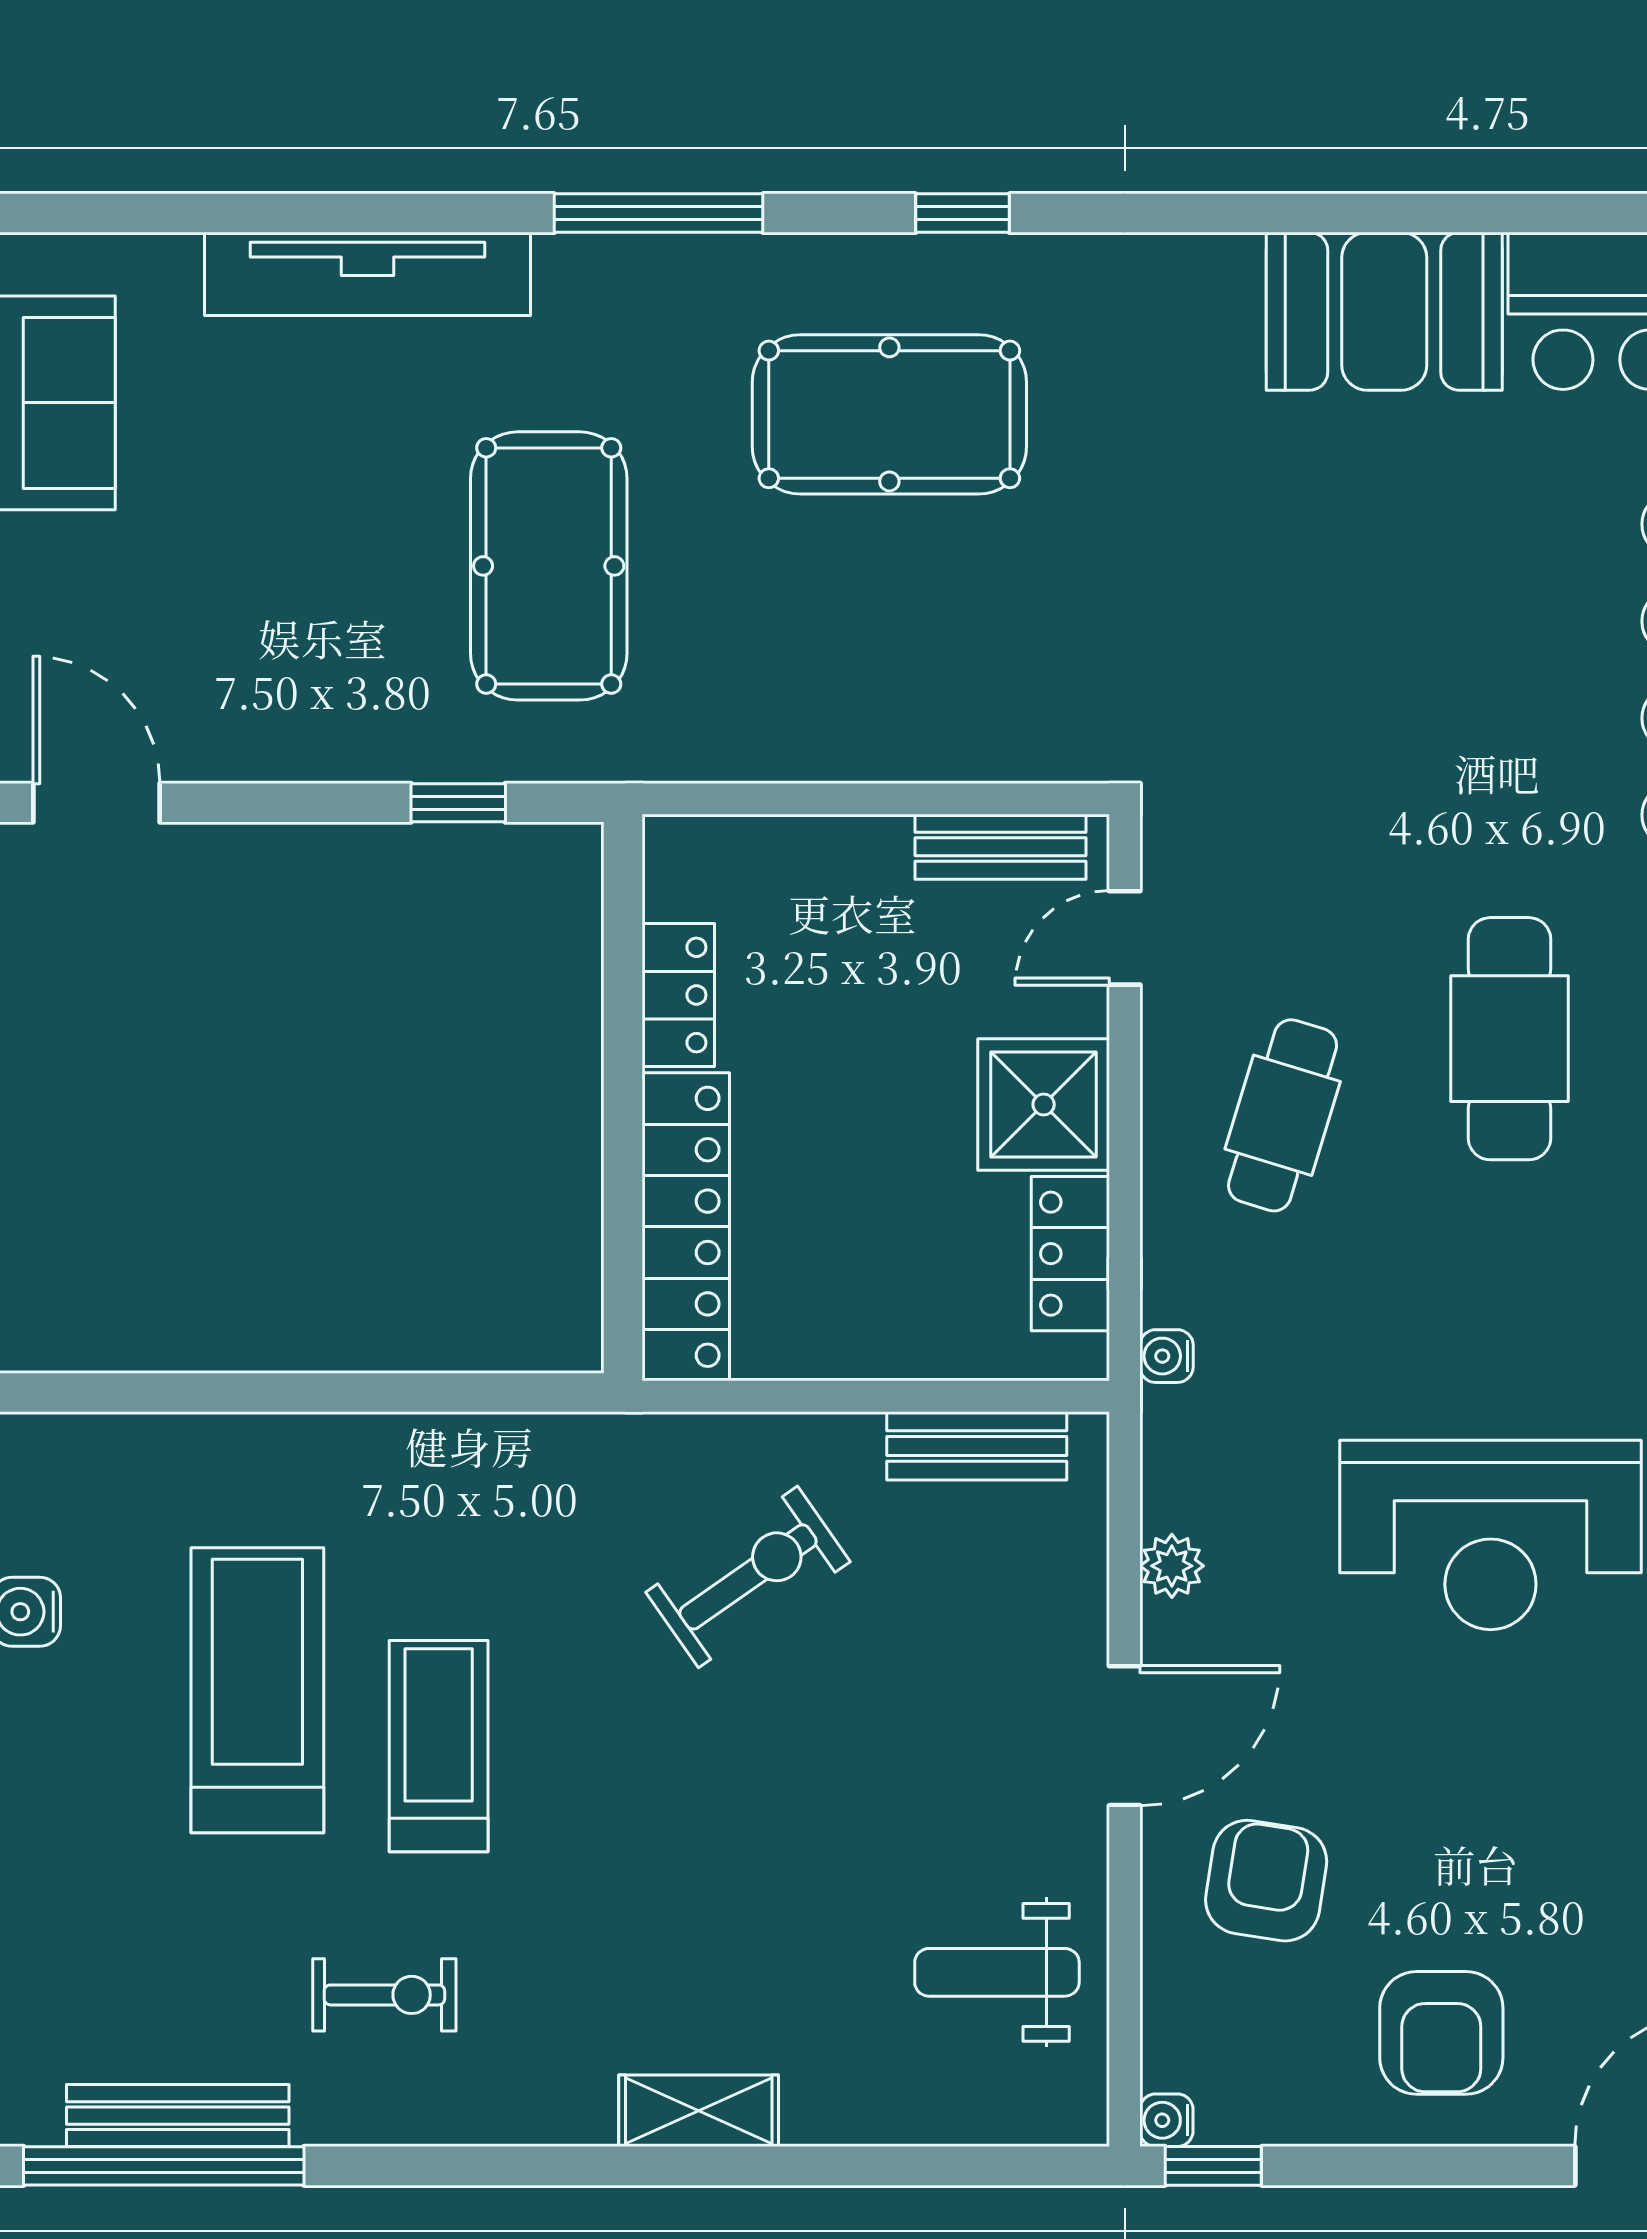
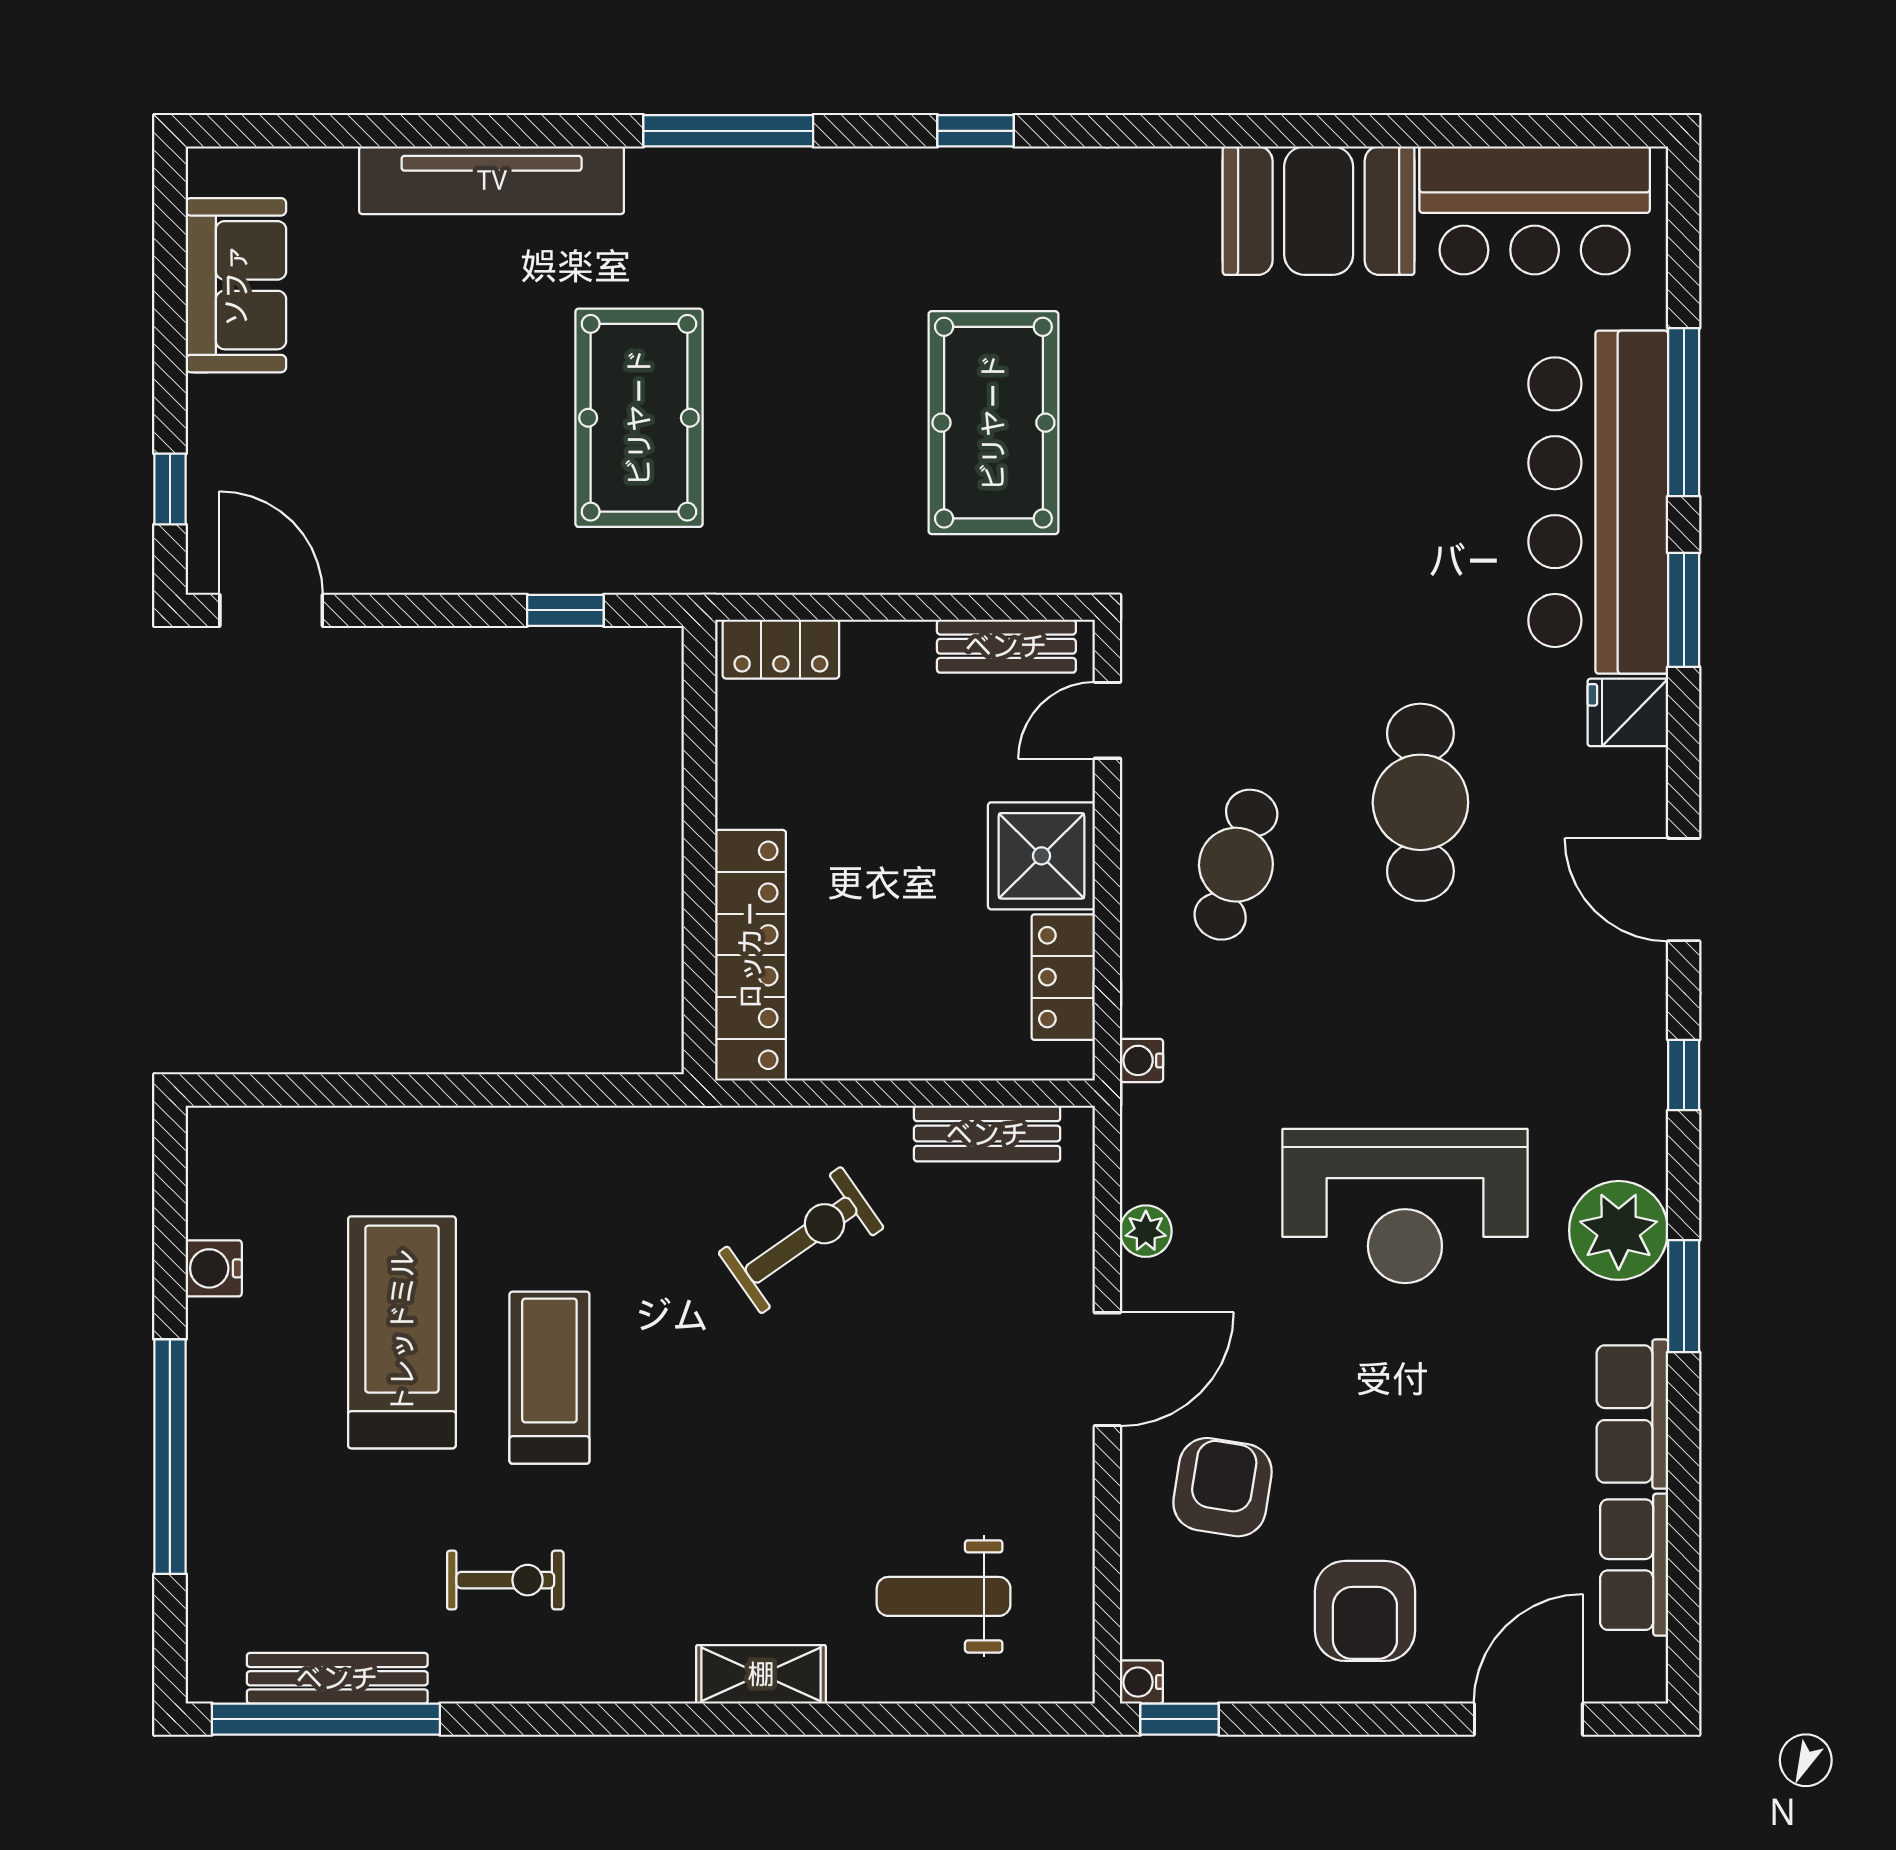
pool table: (889, 414) -> (993, 423), moved, turned 90
locker: (678, 995) -> (781, 649), moved, turned 90
weight bench: (997, 1972) -> (944, 1596), moved

